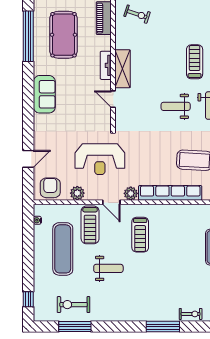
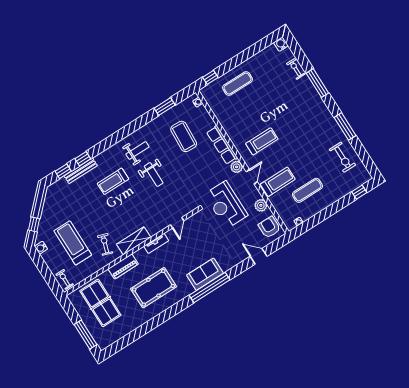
window: (28, 36) -> (210, 287), moved
shelving: (123, 69) -> (134, 241), moved
reception desk: (100, 159) -> (226, 205), turned 180
armchair: (50, 188) -> (269, 227), turned 90
row of seats: (170, 193) -> (222, 145), width x0.73
exercise mat: (63, 249) -> (307, 190), width x0.73, depth x0.69
weight bench: (108, 268) -> (301, 149), removed
window: (75, 327) -> (345, 126), moved

